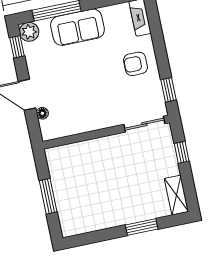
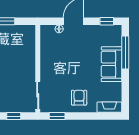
plant: (29, 32) -> (115, 31), removed

